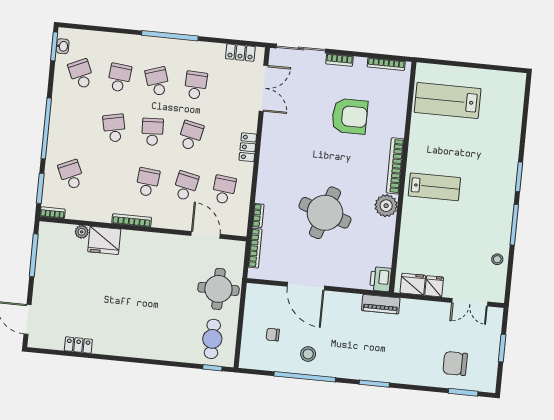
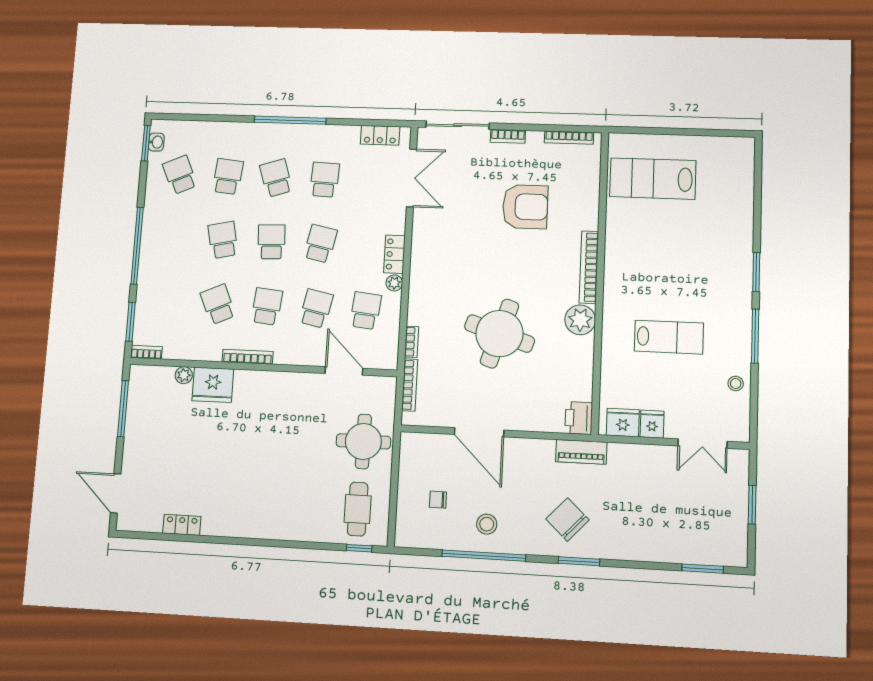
plant: (247, 170) -> (394, 283), added
school desk: (71, 175) -> (218, 304), moved
lab bench: (434, 187) -> (669, 337), moved
chair: (455, 364) -> (568, 519), moved, turned 43

